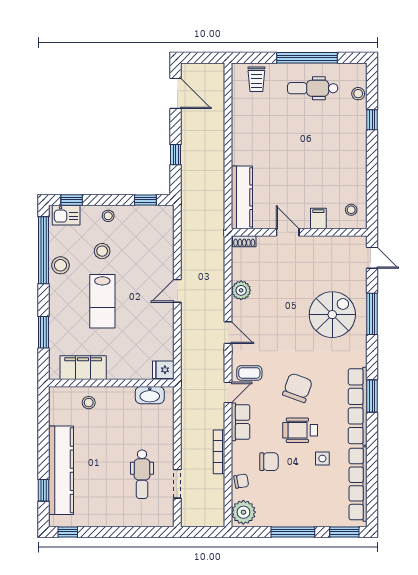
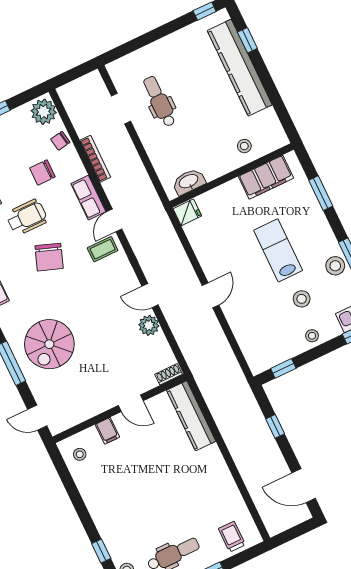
door: (228, 333) -> (150, 296), moved

